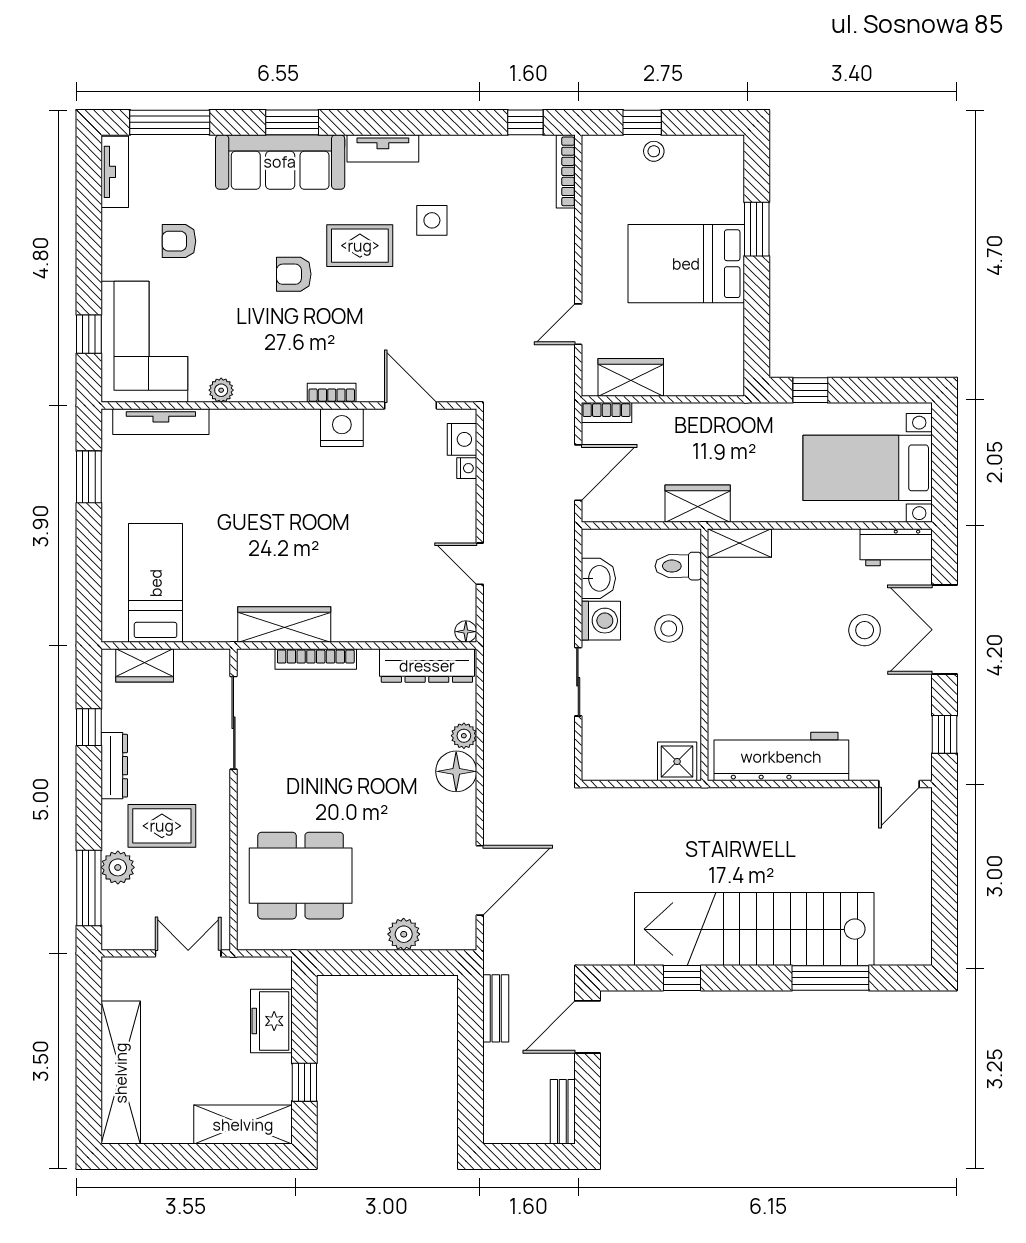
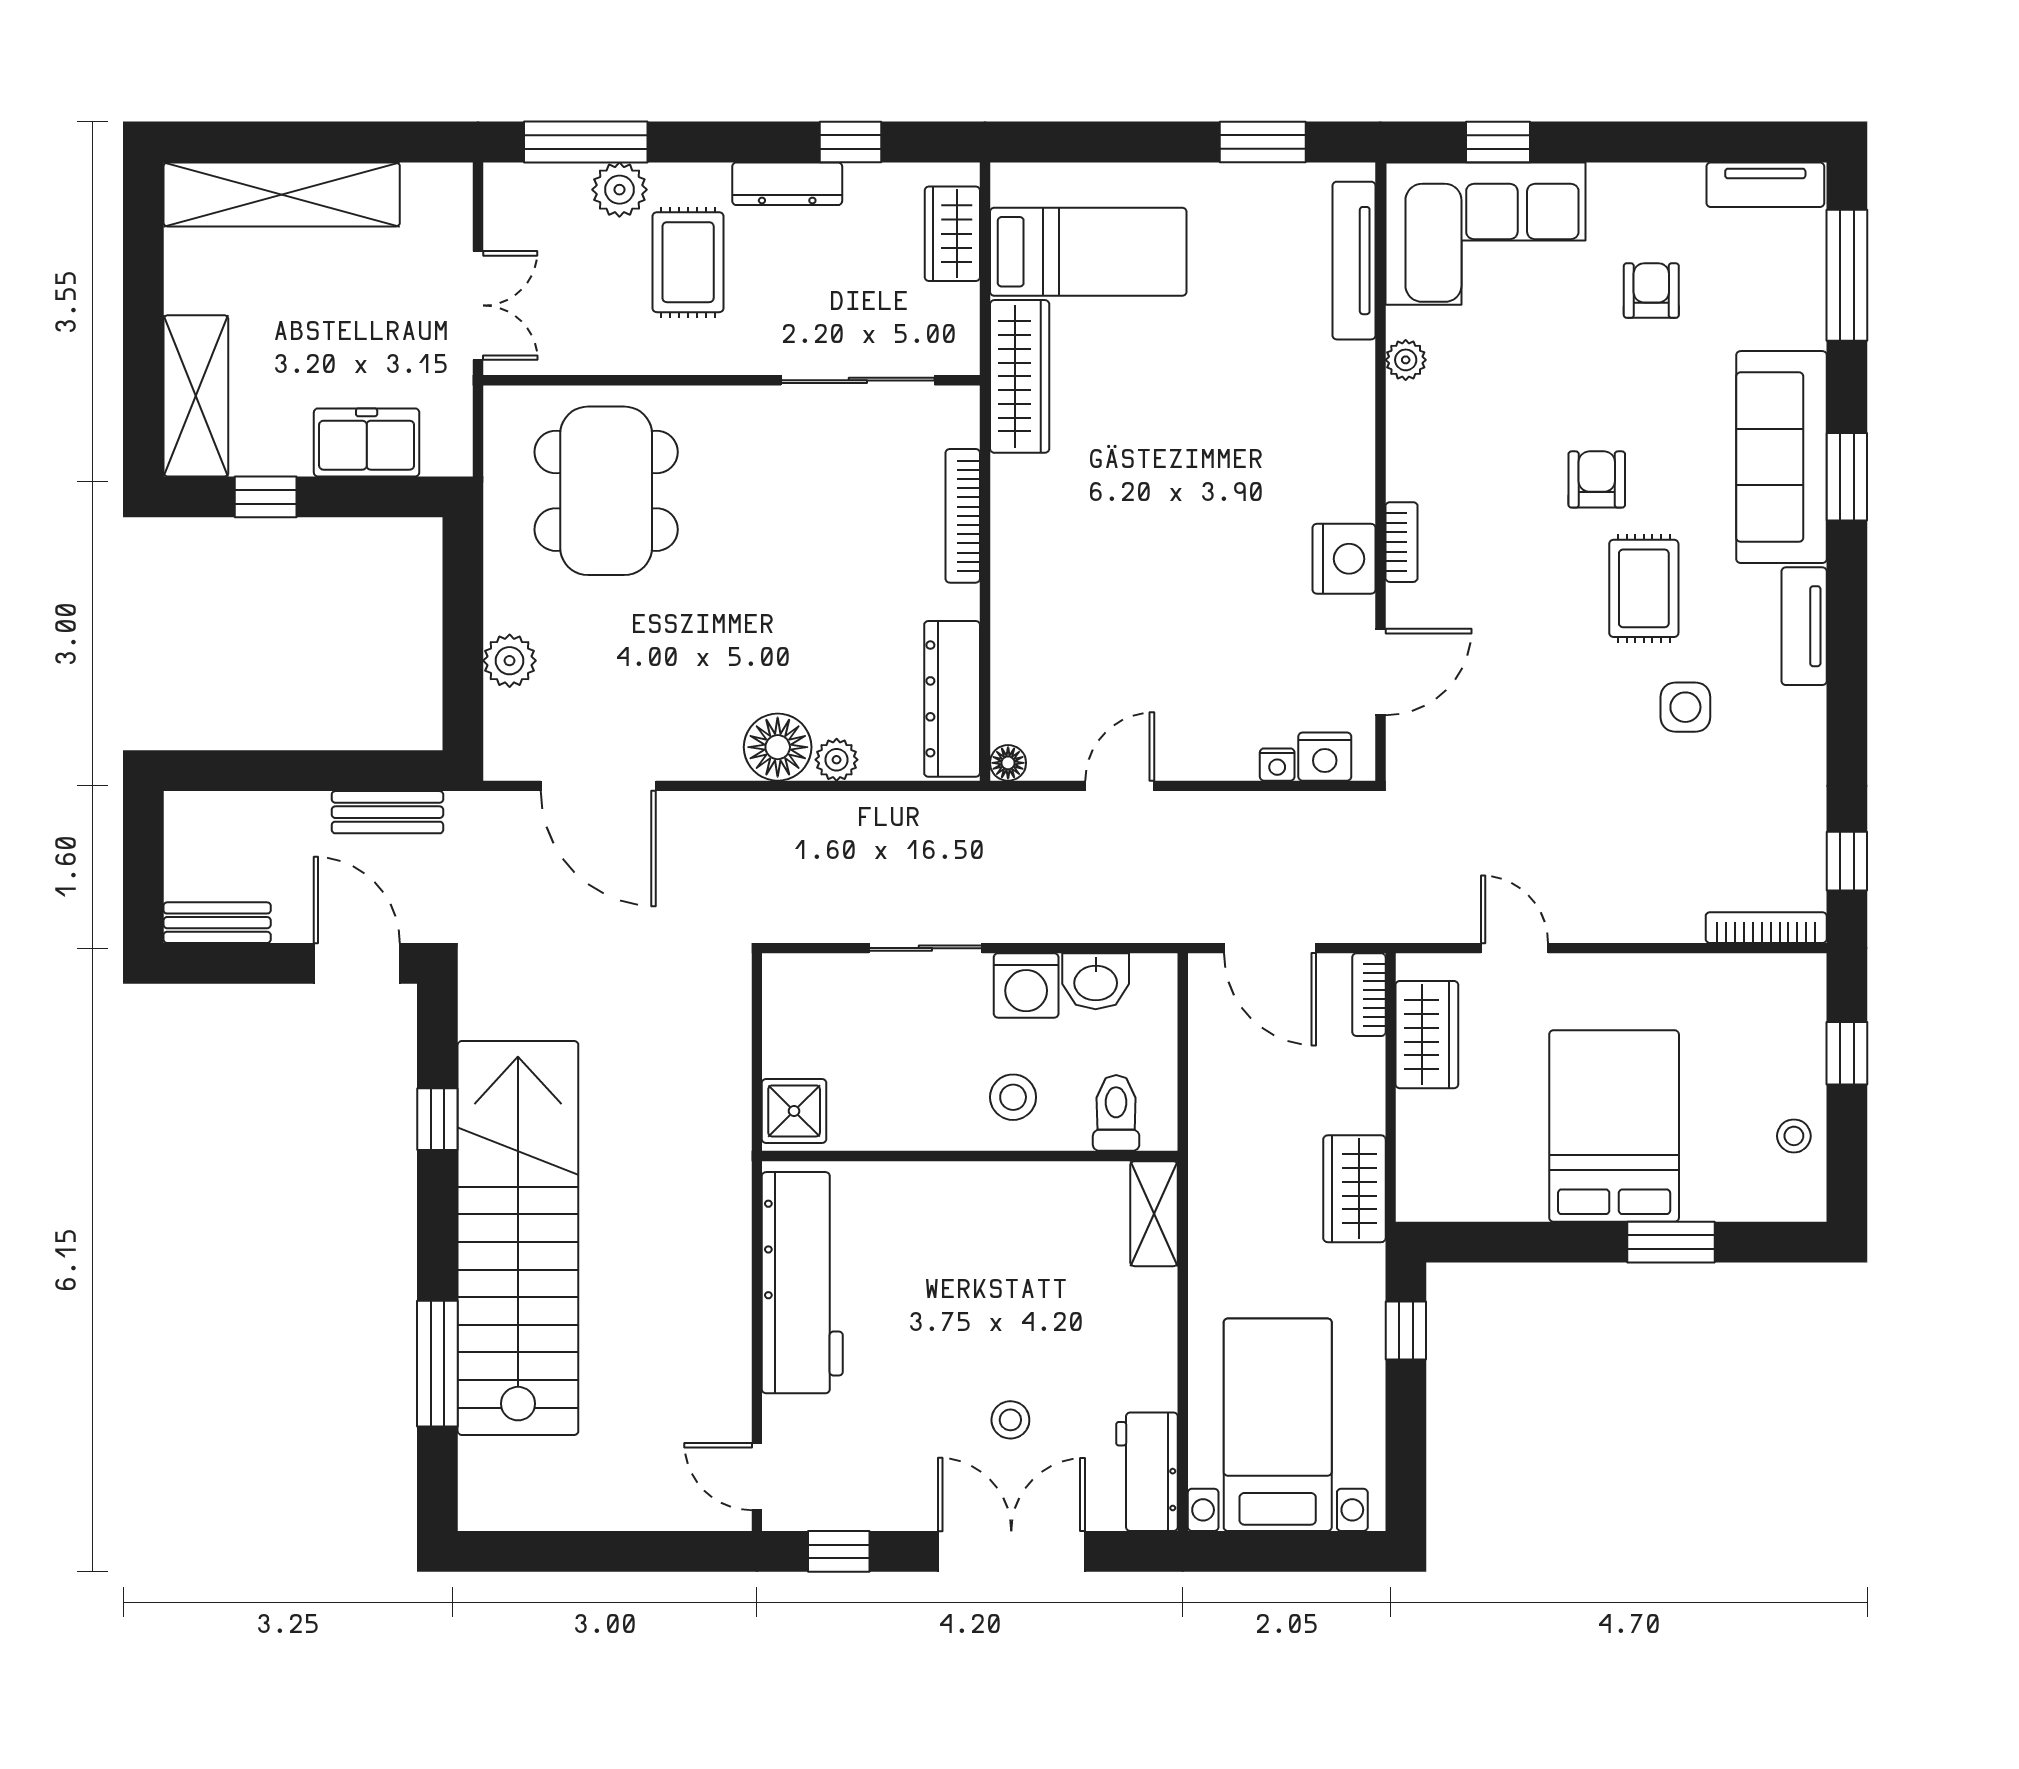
stool: (654, 151) -> (1794, 1136), moved
wardrobe: (698, 504) -> (1354, 1189), moved, turned 180
wardrobe: (284, 625) -> (1020, 376), moved
stool: (865, 630) -> (1010, 1420), width x0.73, depth x0.73

